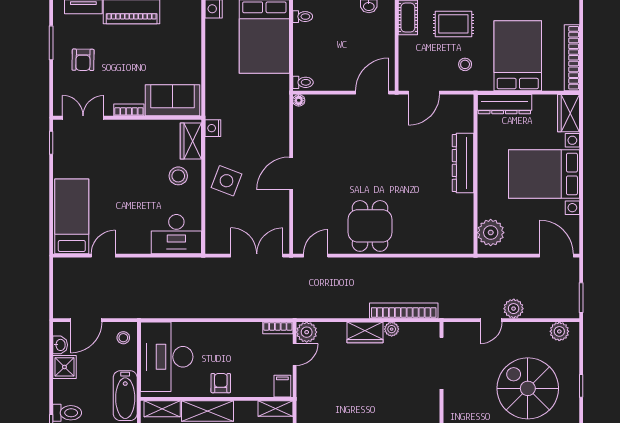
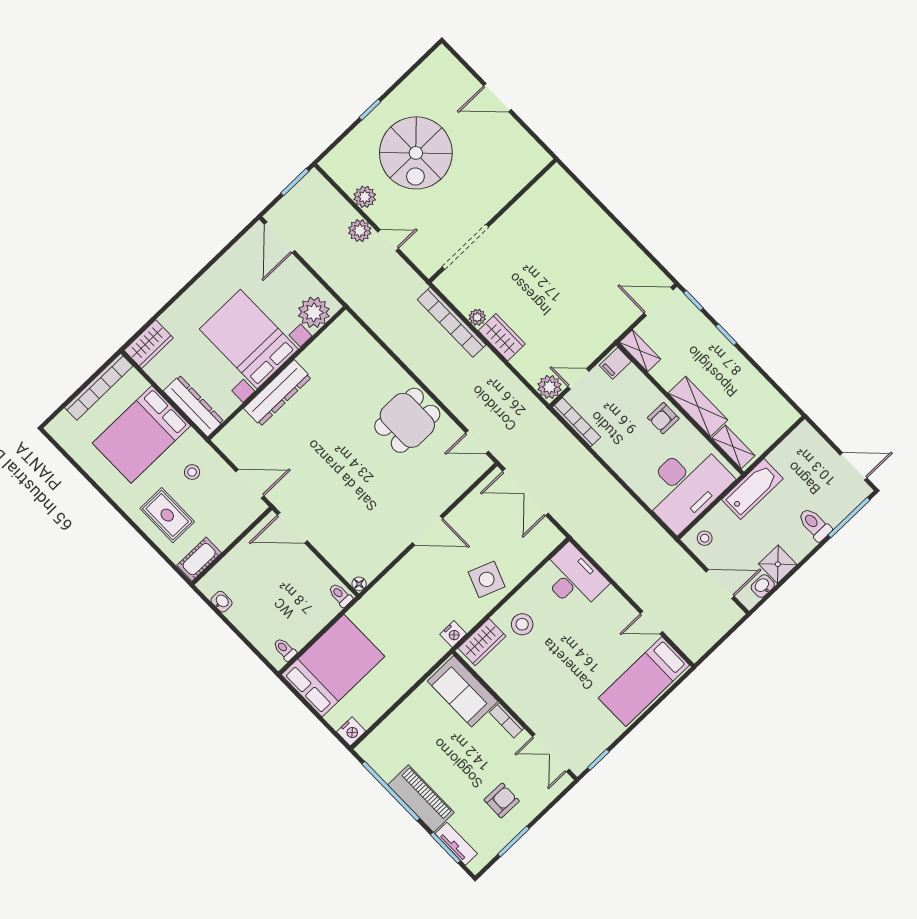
bed with nightstands: (544, 174) -> (249, 339), moved, turned 180
bookcase: (278, 328) -> (577, 422), width x1.56
plant: (559, 331) -> (365, 197), moved

